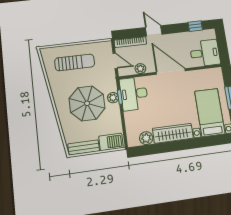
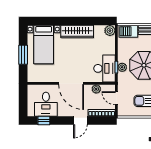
door: (154, 31) -> (80, 120), hinge flipped
desk: (205, 53) -> (46, 104), moved, turned -90
plant: (146, 138) -> (110, 31), moved

